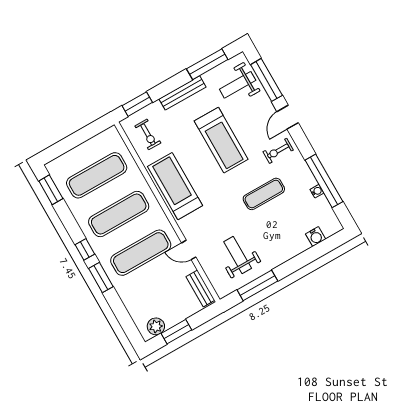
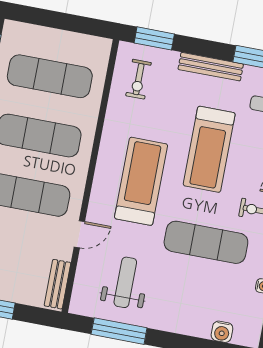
treadmill: (175, 186) -> (141, 181), moved
exercise mat: (264, 194) -> (206, 242), width x1.36, depth x1.45
door: (189, 250) -> (79, 234), swing flipped

